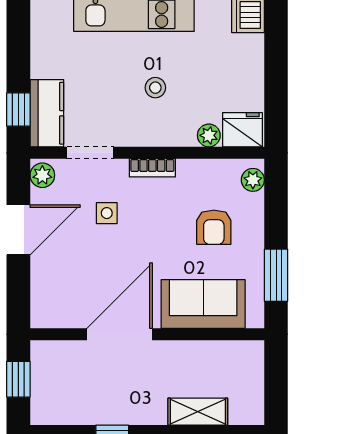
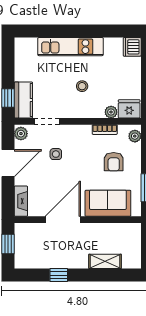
bookcase: (152, 168) -> (105, 130), moved
fireplace: (42, 300) -> (21, 201), added

